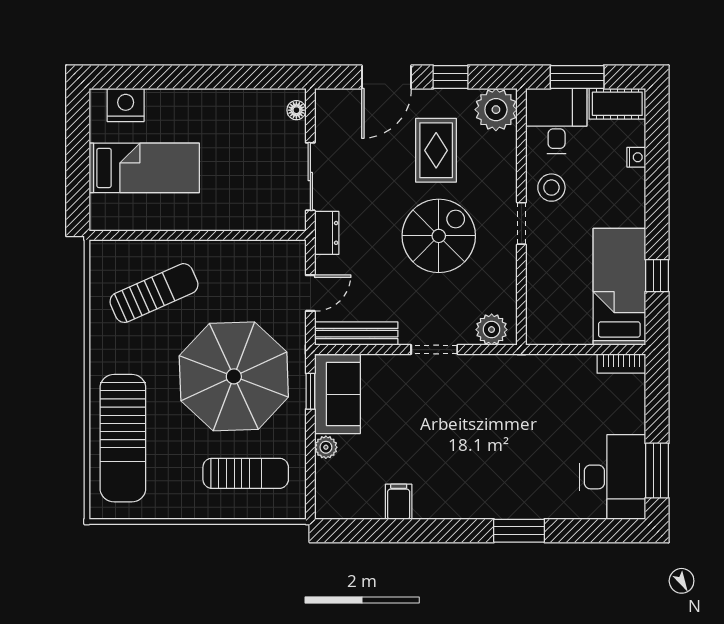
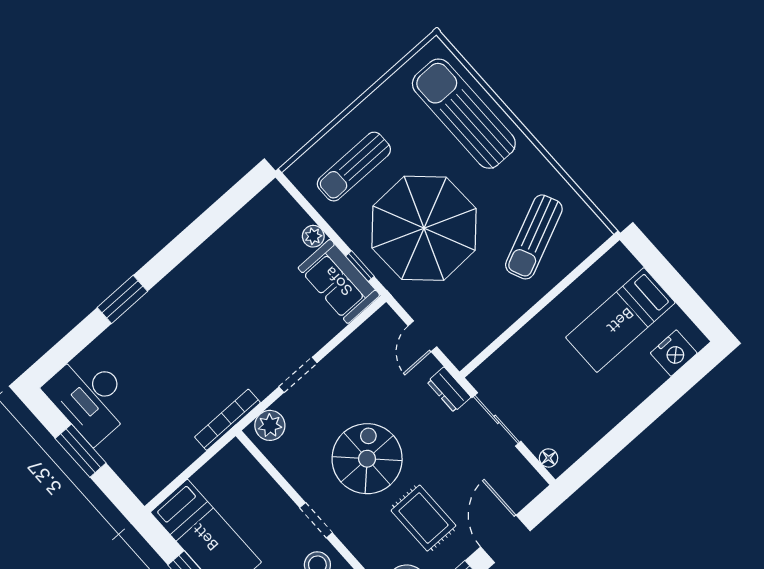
spiral stairs: (439, 236) -> (367, 459), turned 180
bench: (356, 334) -> (364, 337), removed
bookcase: (621, 363) -> (227, 420), moved, width x1.56
window: (657, 471) -> (81, 451), moved
filing cabinet: (399, 502) -> (227, 244), removed

